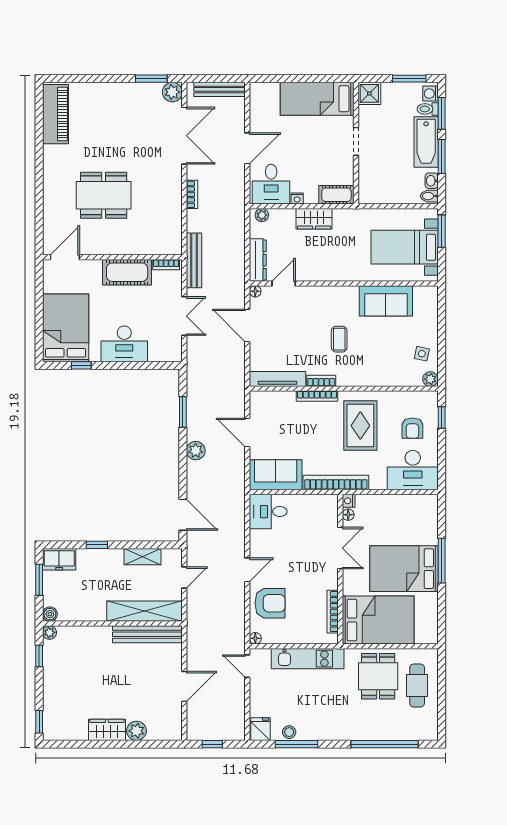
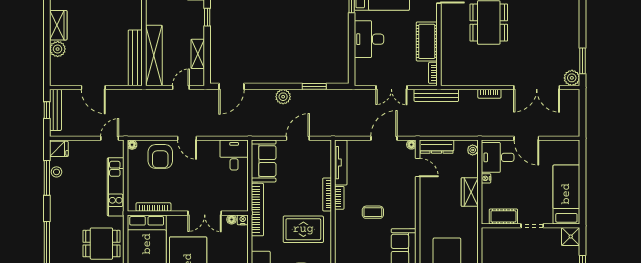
bench: (219, 89) -> (55, 110), moved
cot: (336, 195) -> (503, 216), moved, turned 90
door: (184, 577) -> (181, 87), swing flipped

